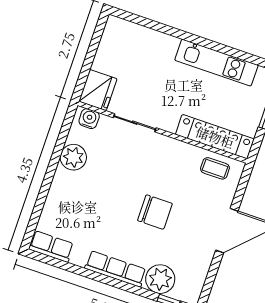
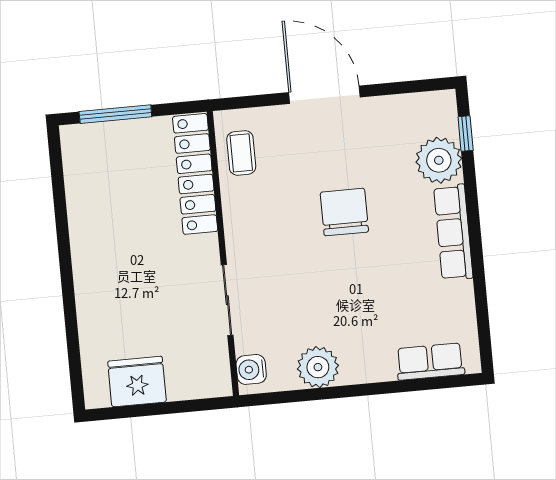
kitchen unit: (216, 63) -> (86, 220), removed
fridge: (98, 90) -> (137, 382), moved
row of seats: (51, 246) -> (430, 361), moved, turned 90

